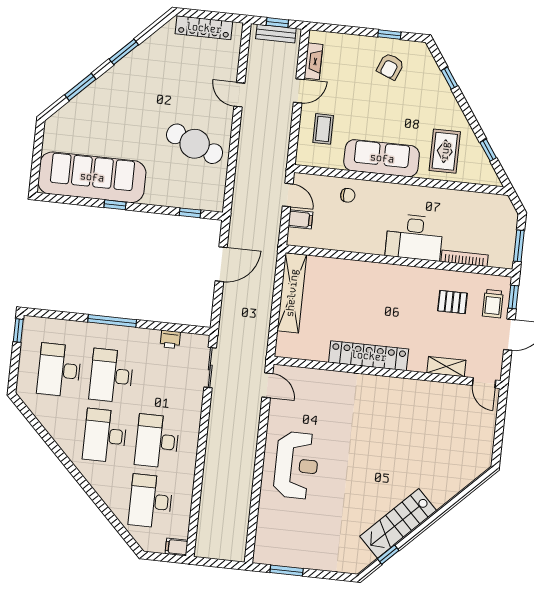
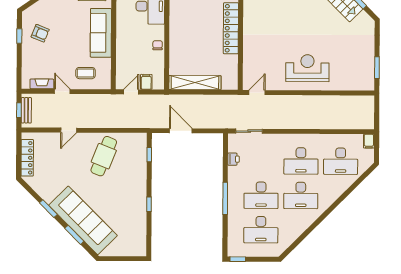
sofa: (92, 177) -> (83, 220), moved, turned 135
chair: (348, 195) -> (158, 45), moved

